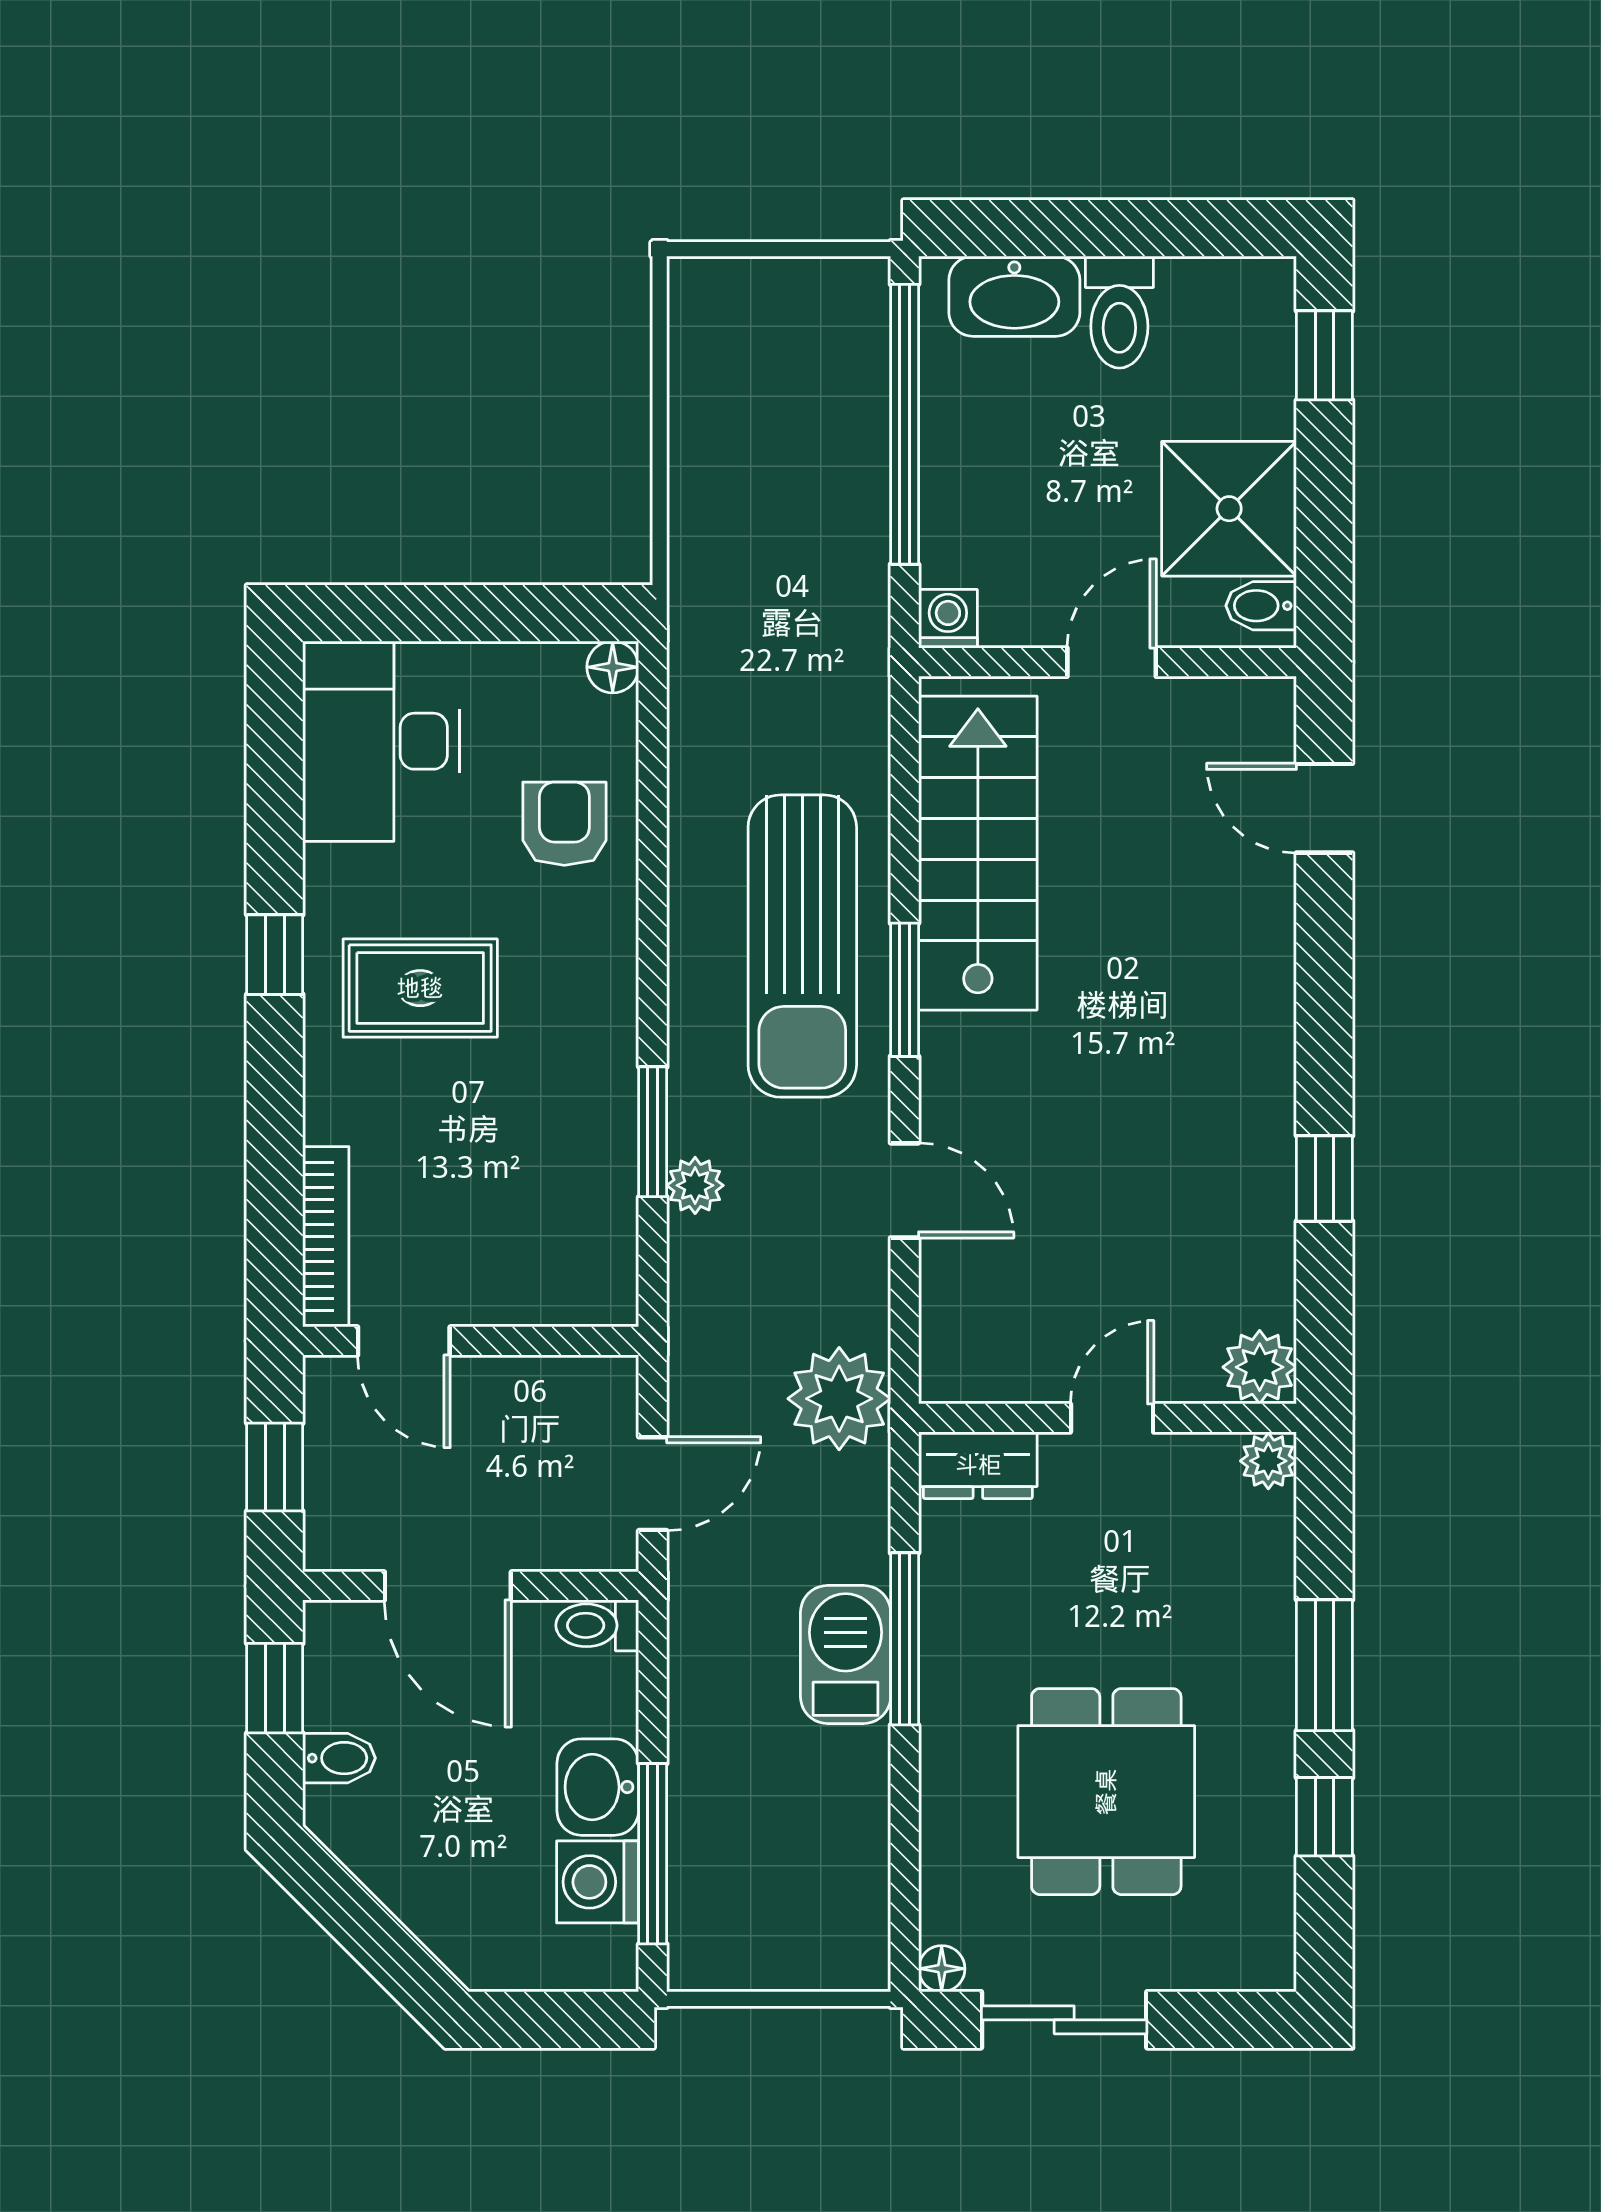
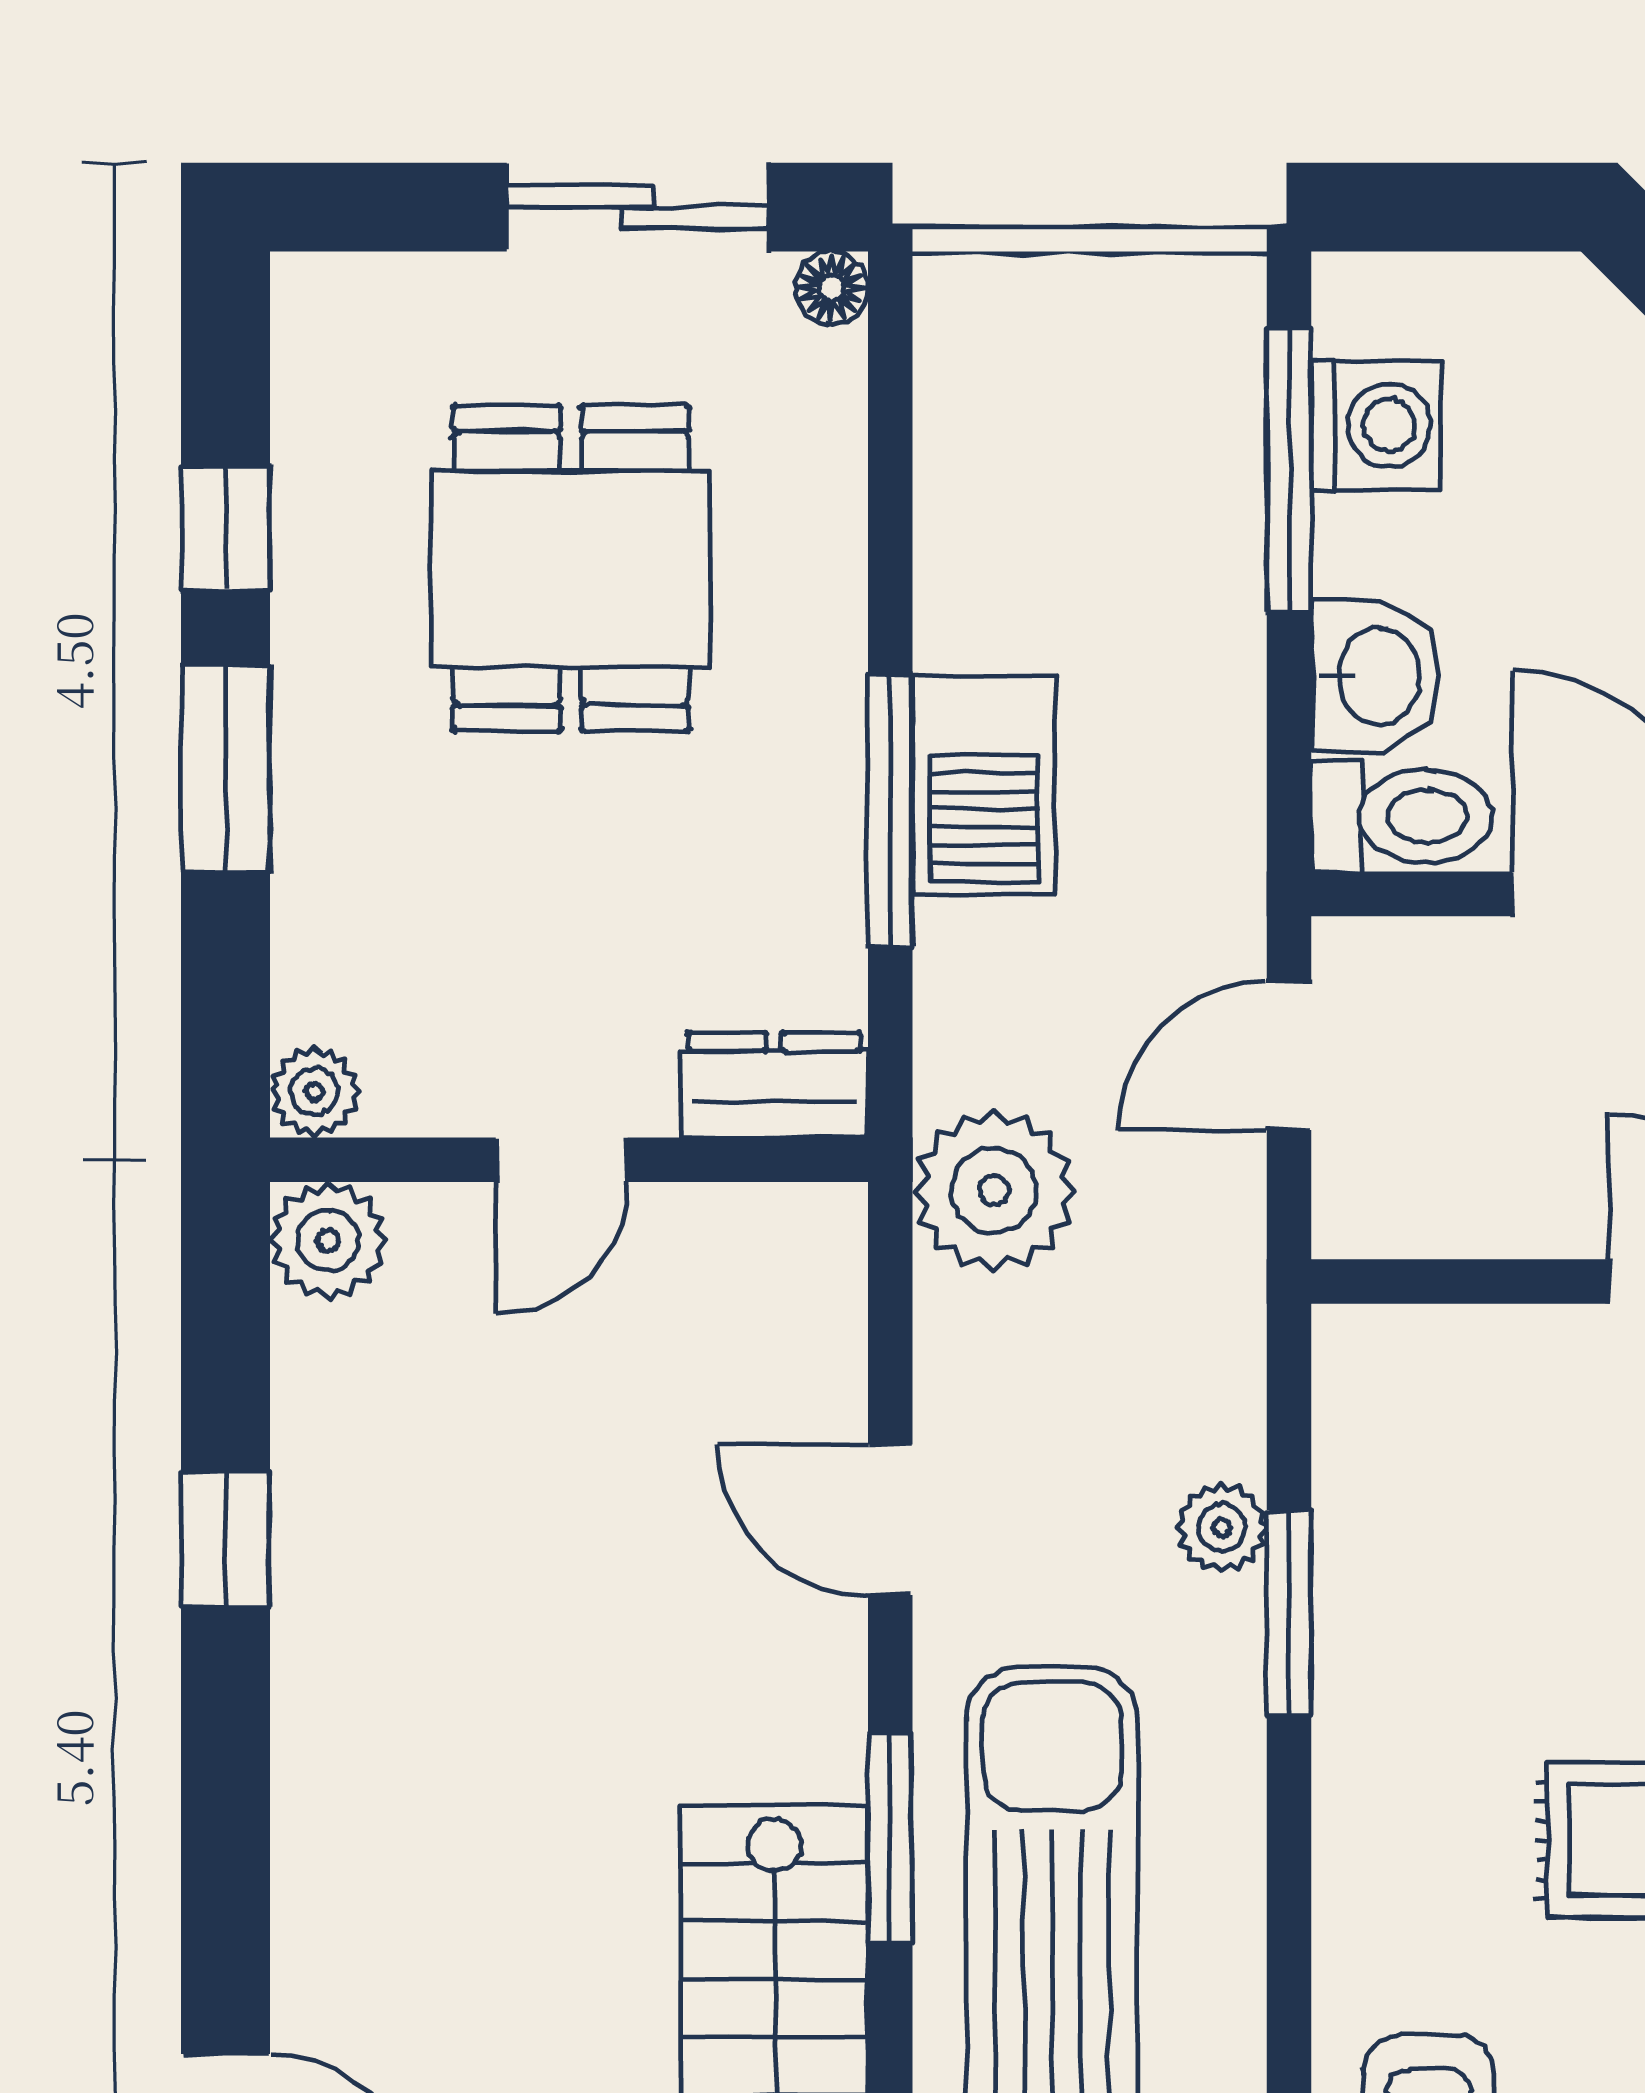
toilet: (597, 1625) -> (1402, 817), width x1.37, depth x1.39
washbasin: (598, 1787) -> (1376, 676), moved

